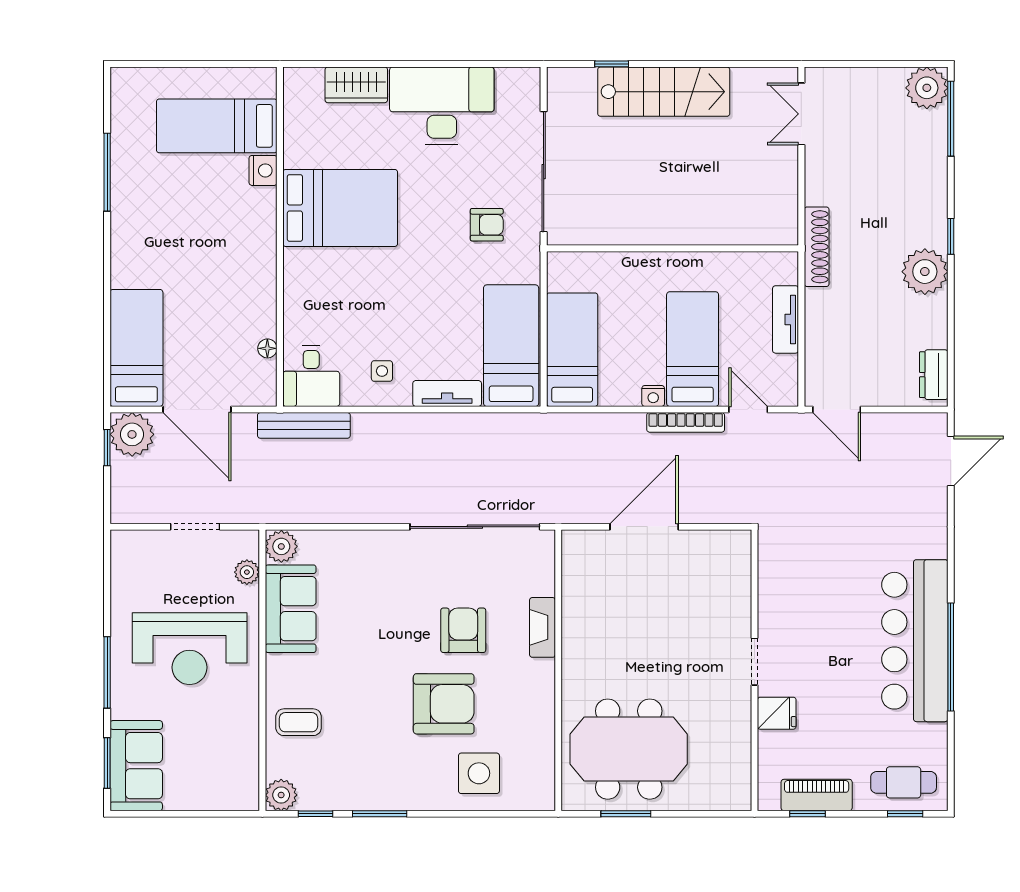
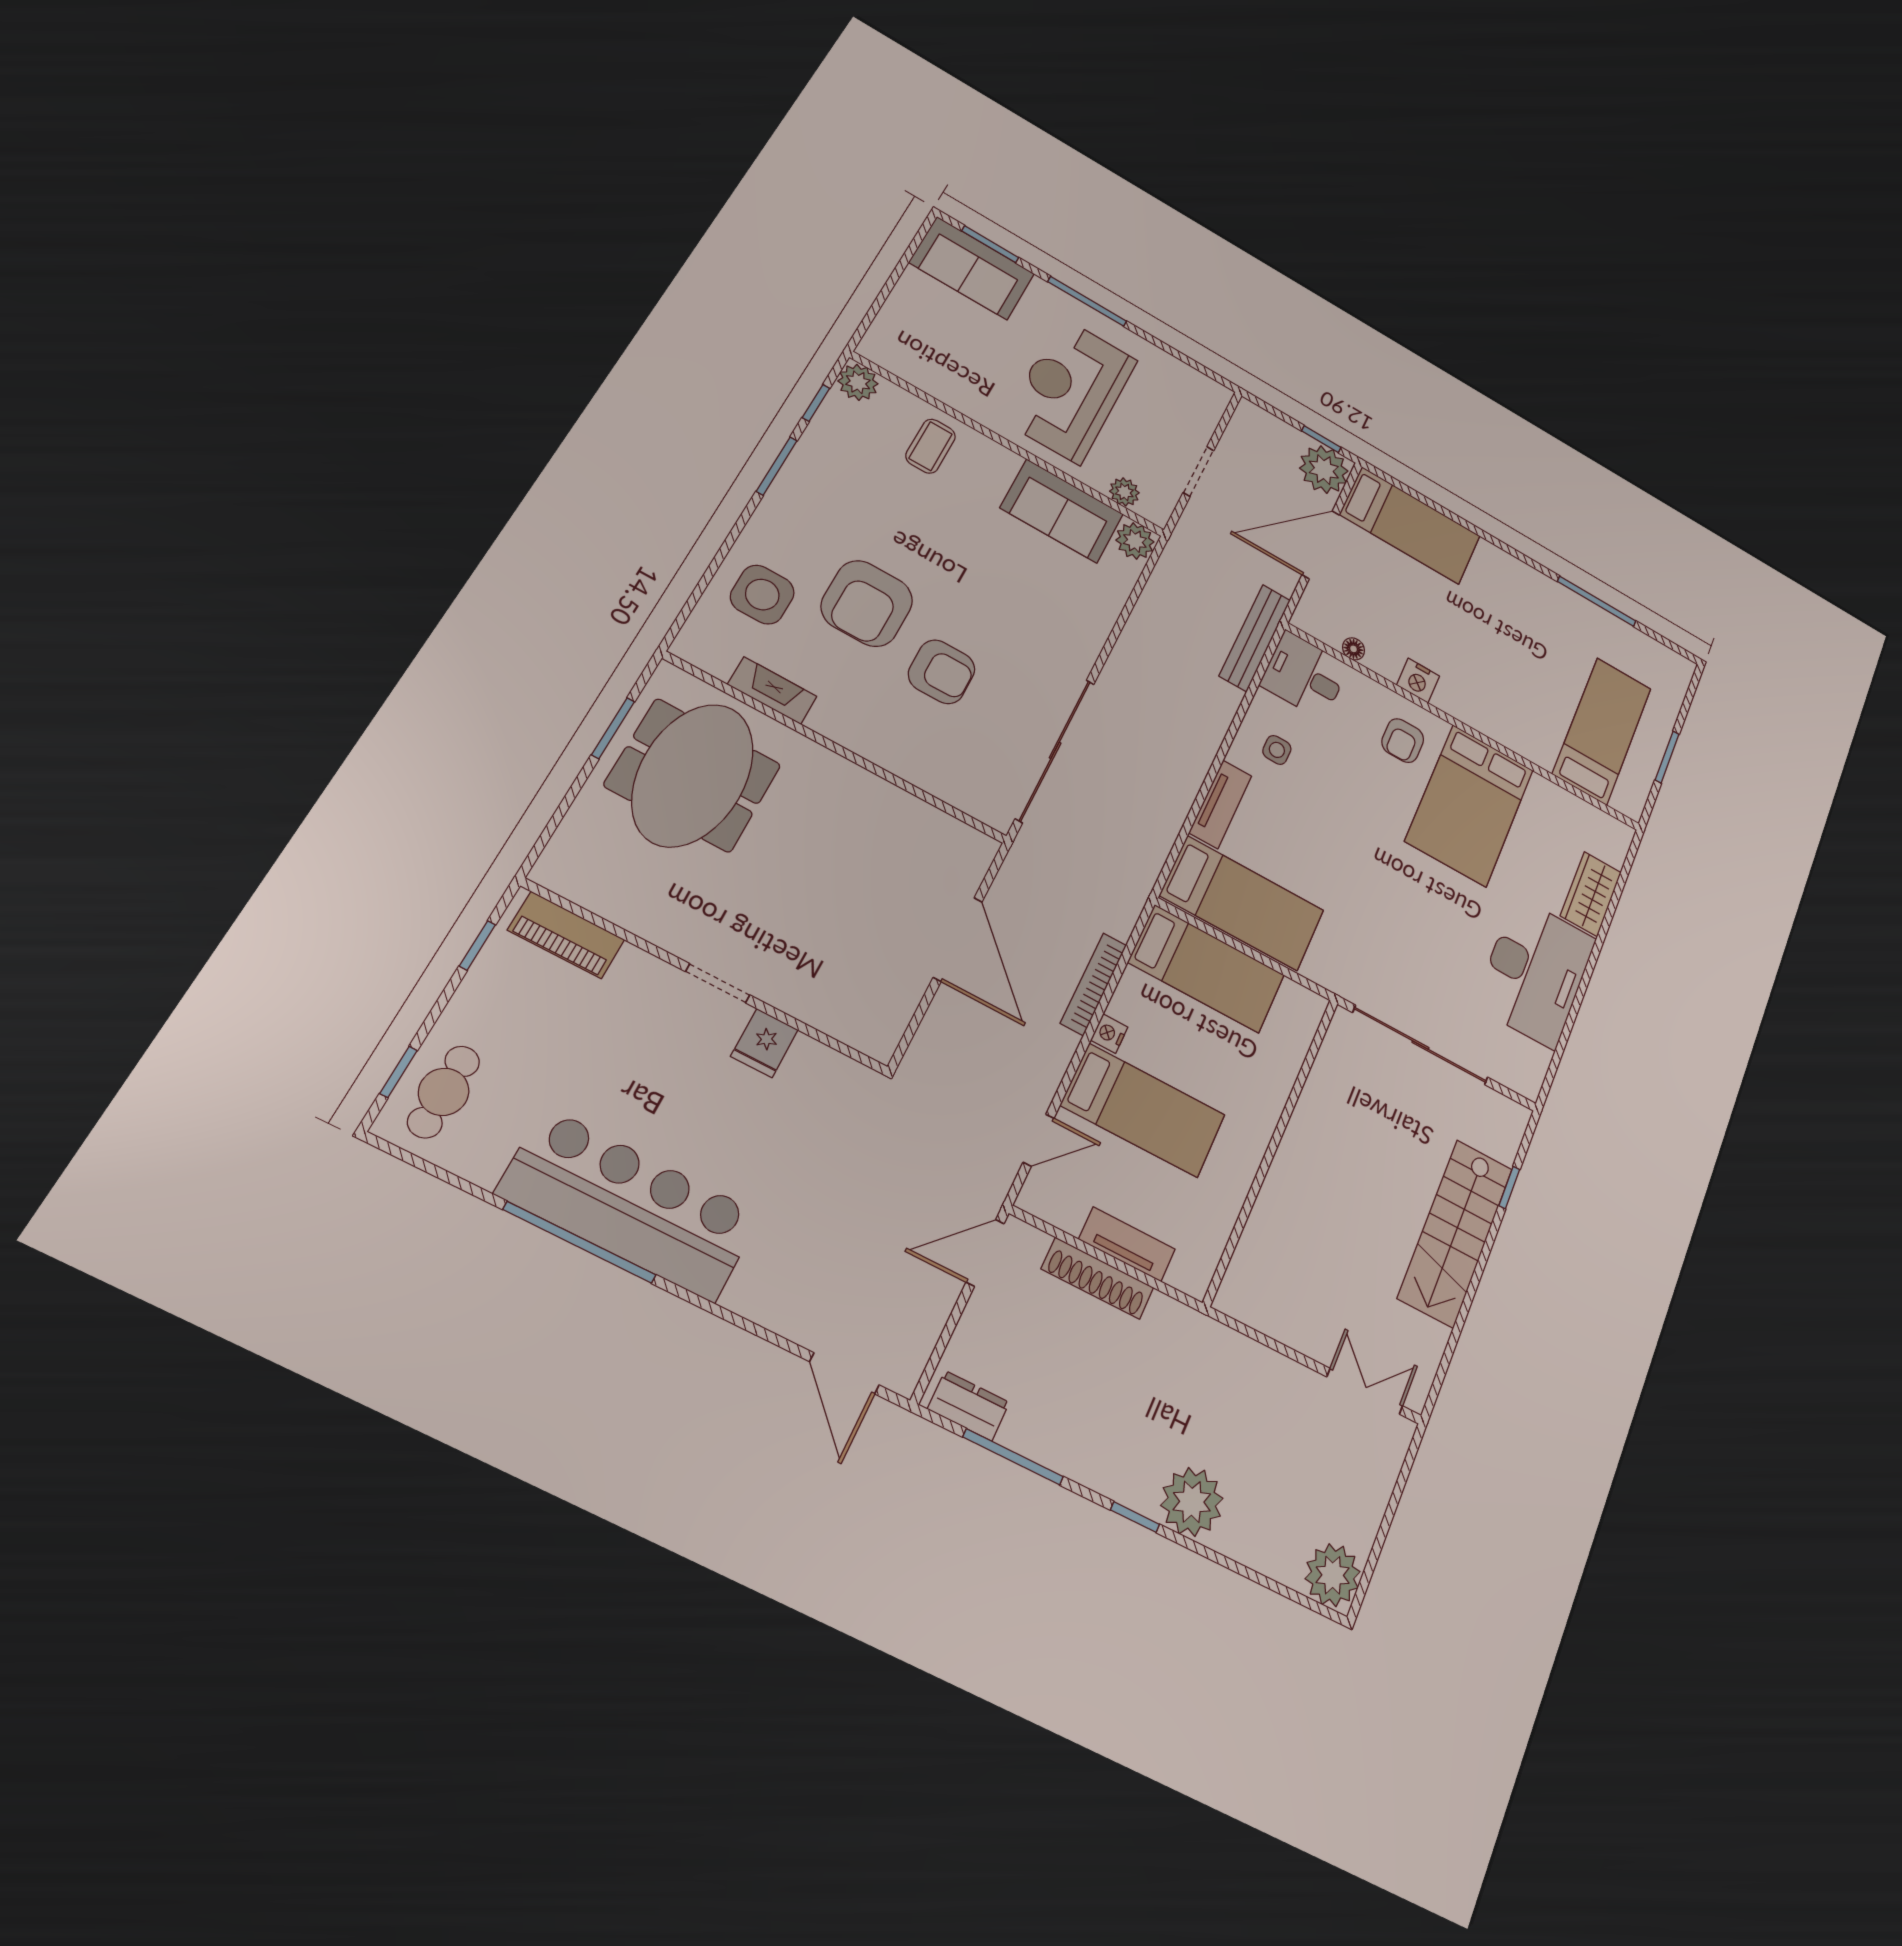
window: (207, 64) -> (1667, 757), added
window: (951, 119) -> (1013, 1457), moved
nightstand: (263, 170) -> (1418, 681), moved
armchair: (487, 225) -> (1403, 741), moved
shoe rack: (817, 247) -> (1098, 1278), moved
plant: (925, 272) -> (1192, 1502), moved
bookcase: (686, 422) -> (1094, 984), moved
fireplace: (542, 627) -> (772, 691), moved
fridge: (777, 713) -> (764, 1043), moved
piano: (817, 795) -> (566, 935), moved, turned 90

